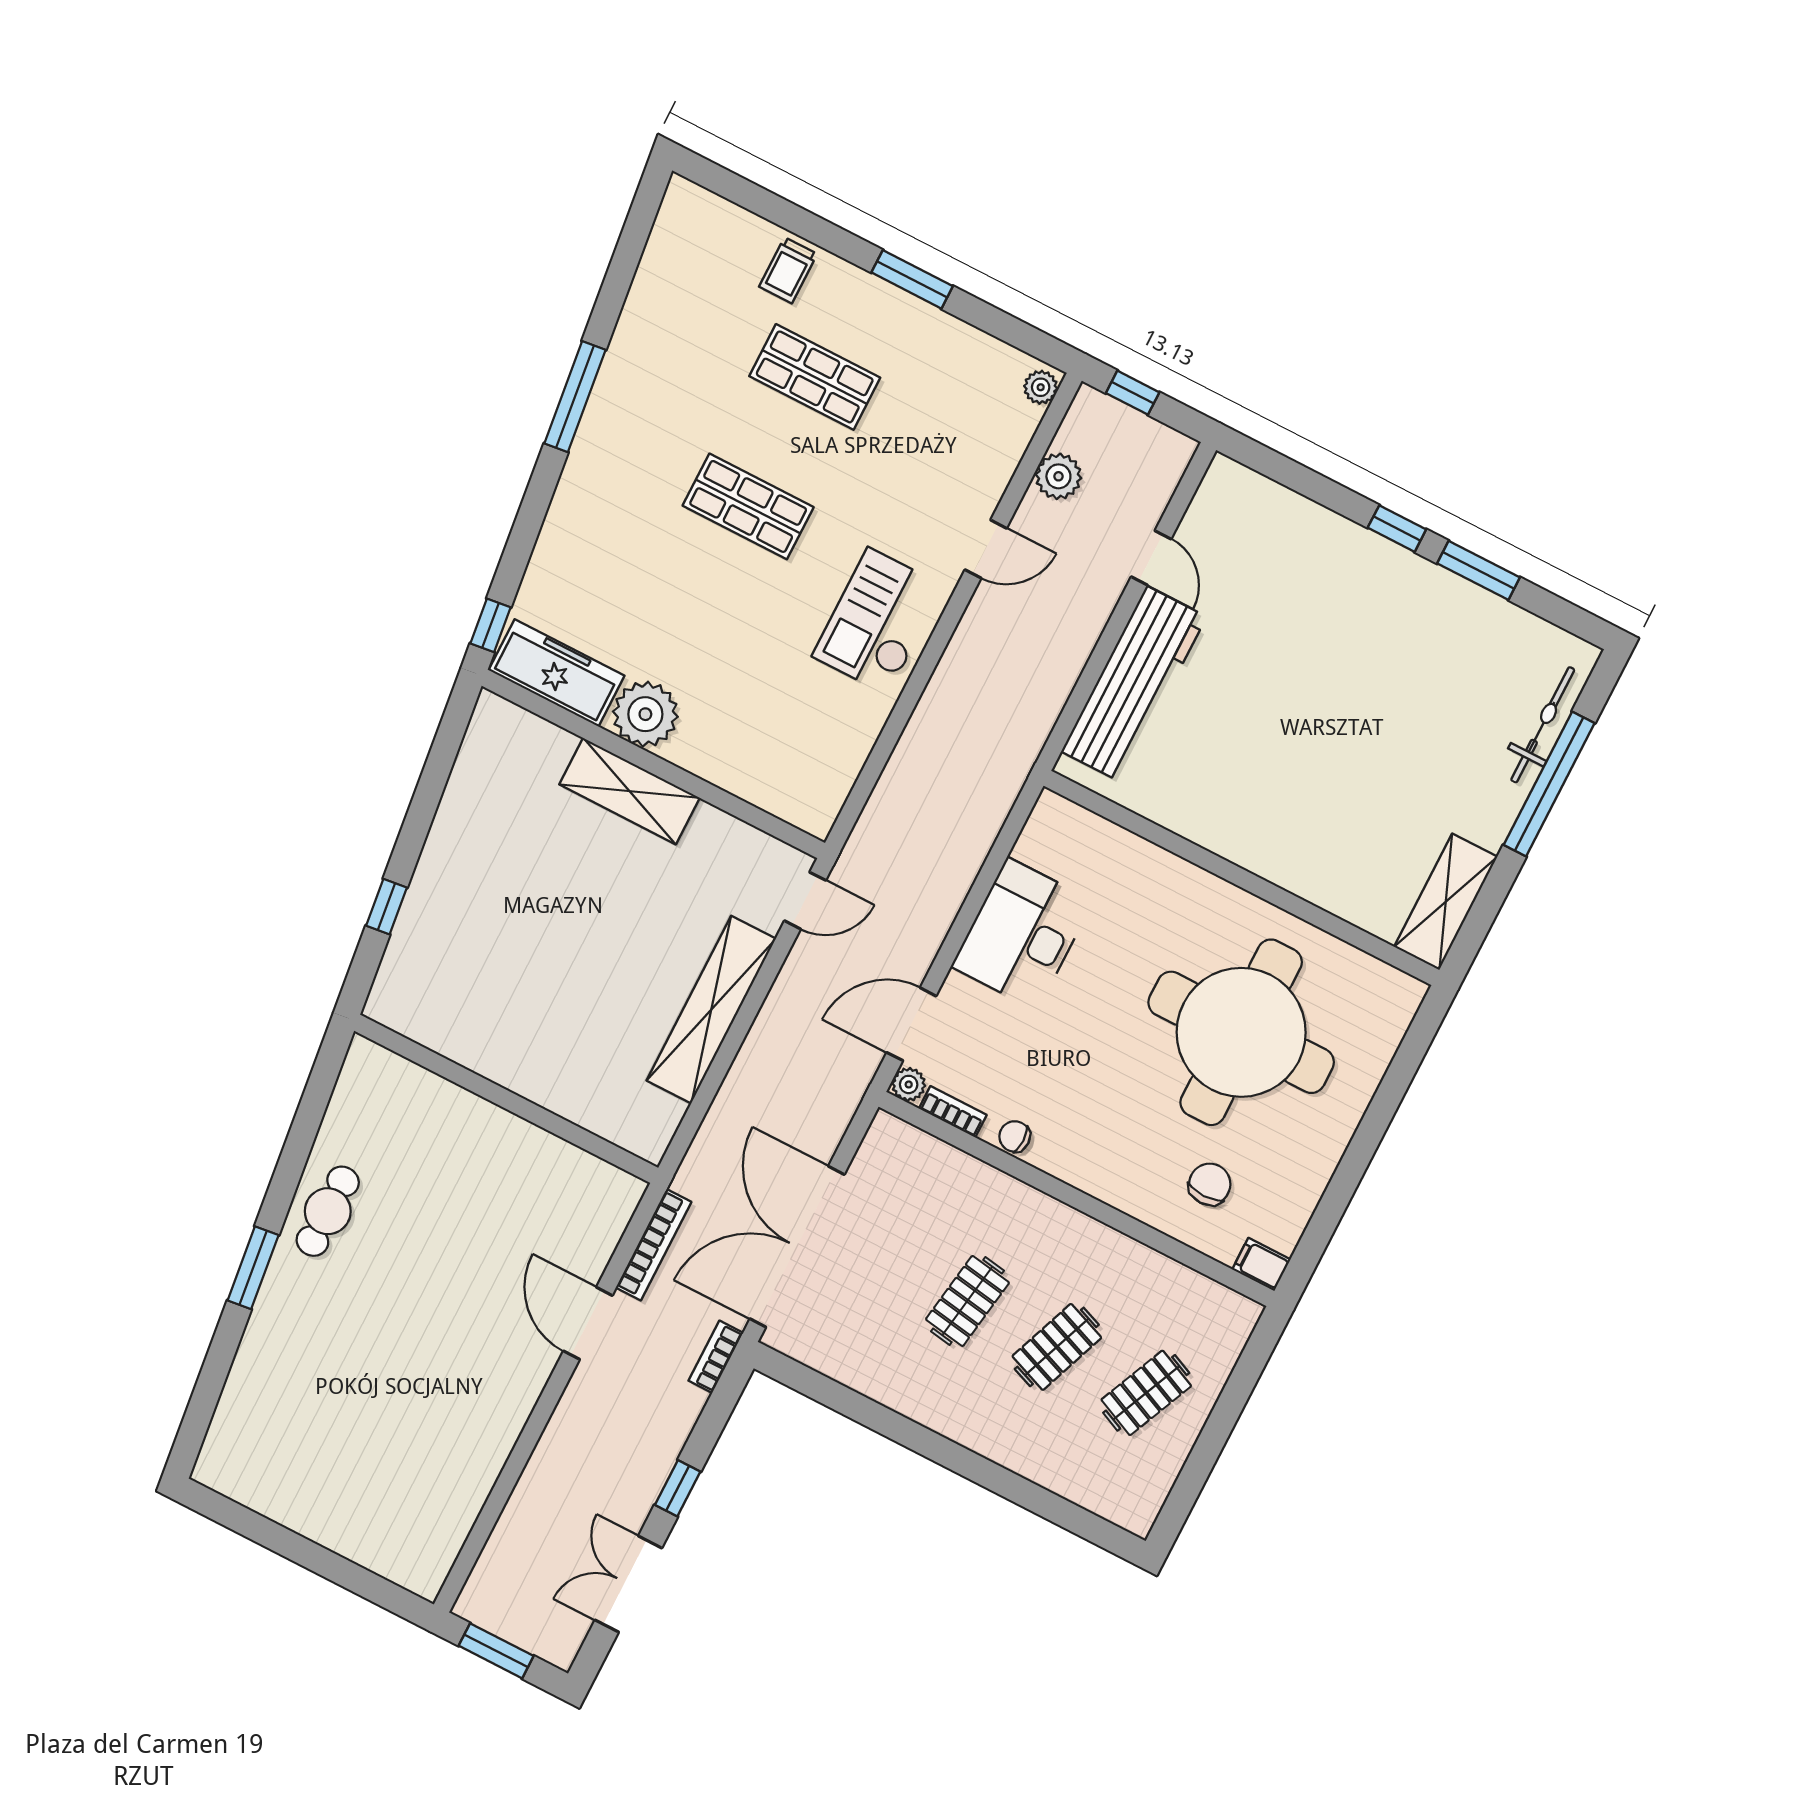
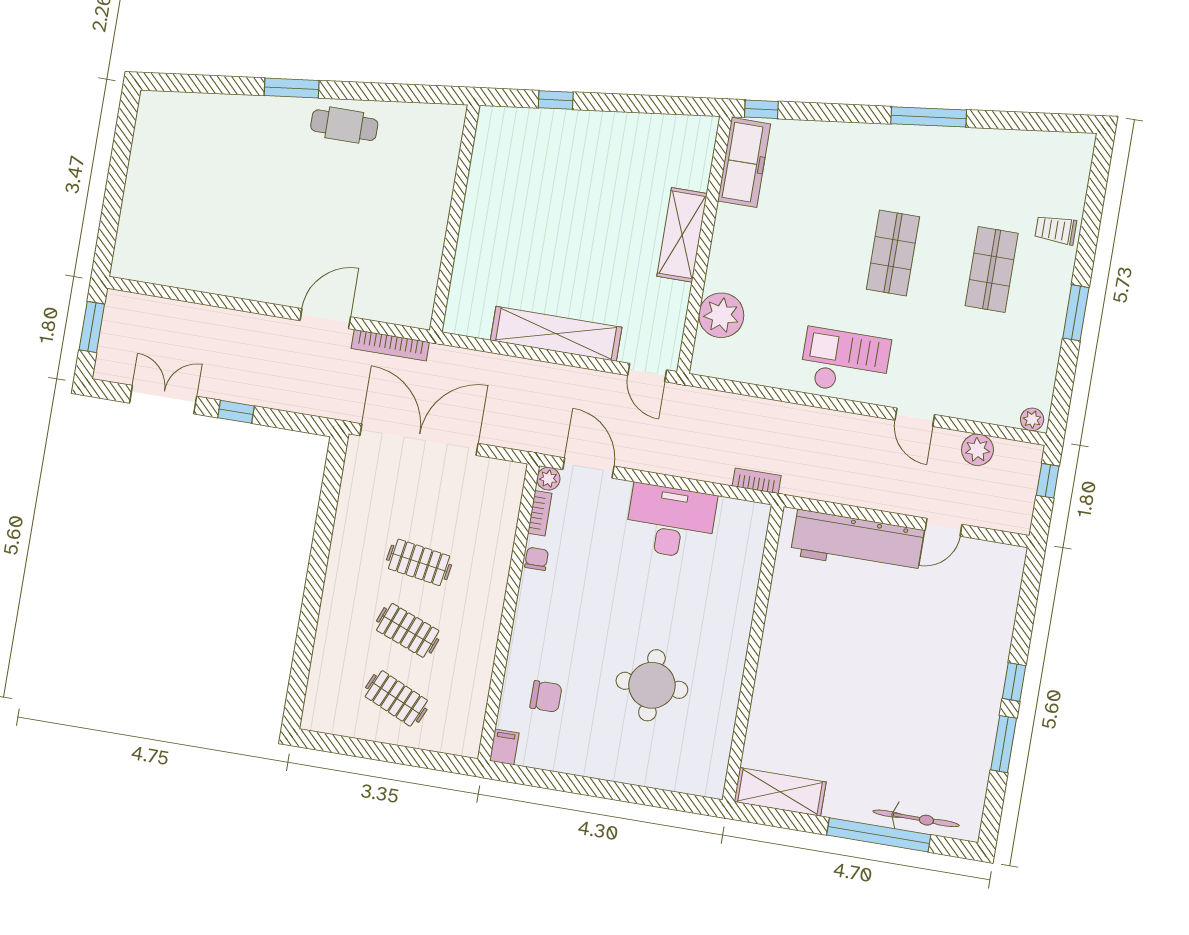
plant: (645, 714) -> (721, 315), moved
round table: (1241, 1032) -> (652, 685), width x0.54, depth x0.54
bookcase: (716, 1357) -> (757, 481), moved

